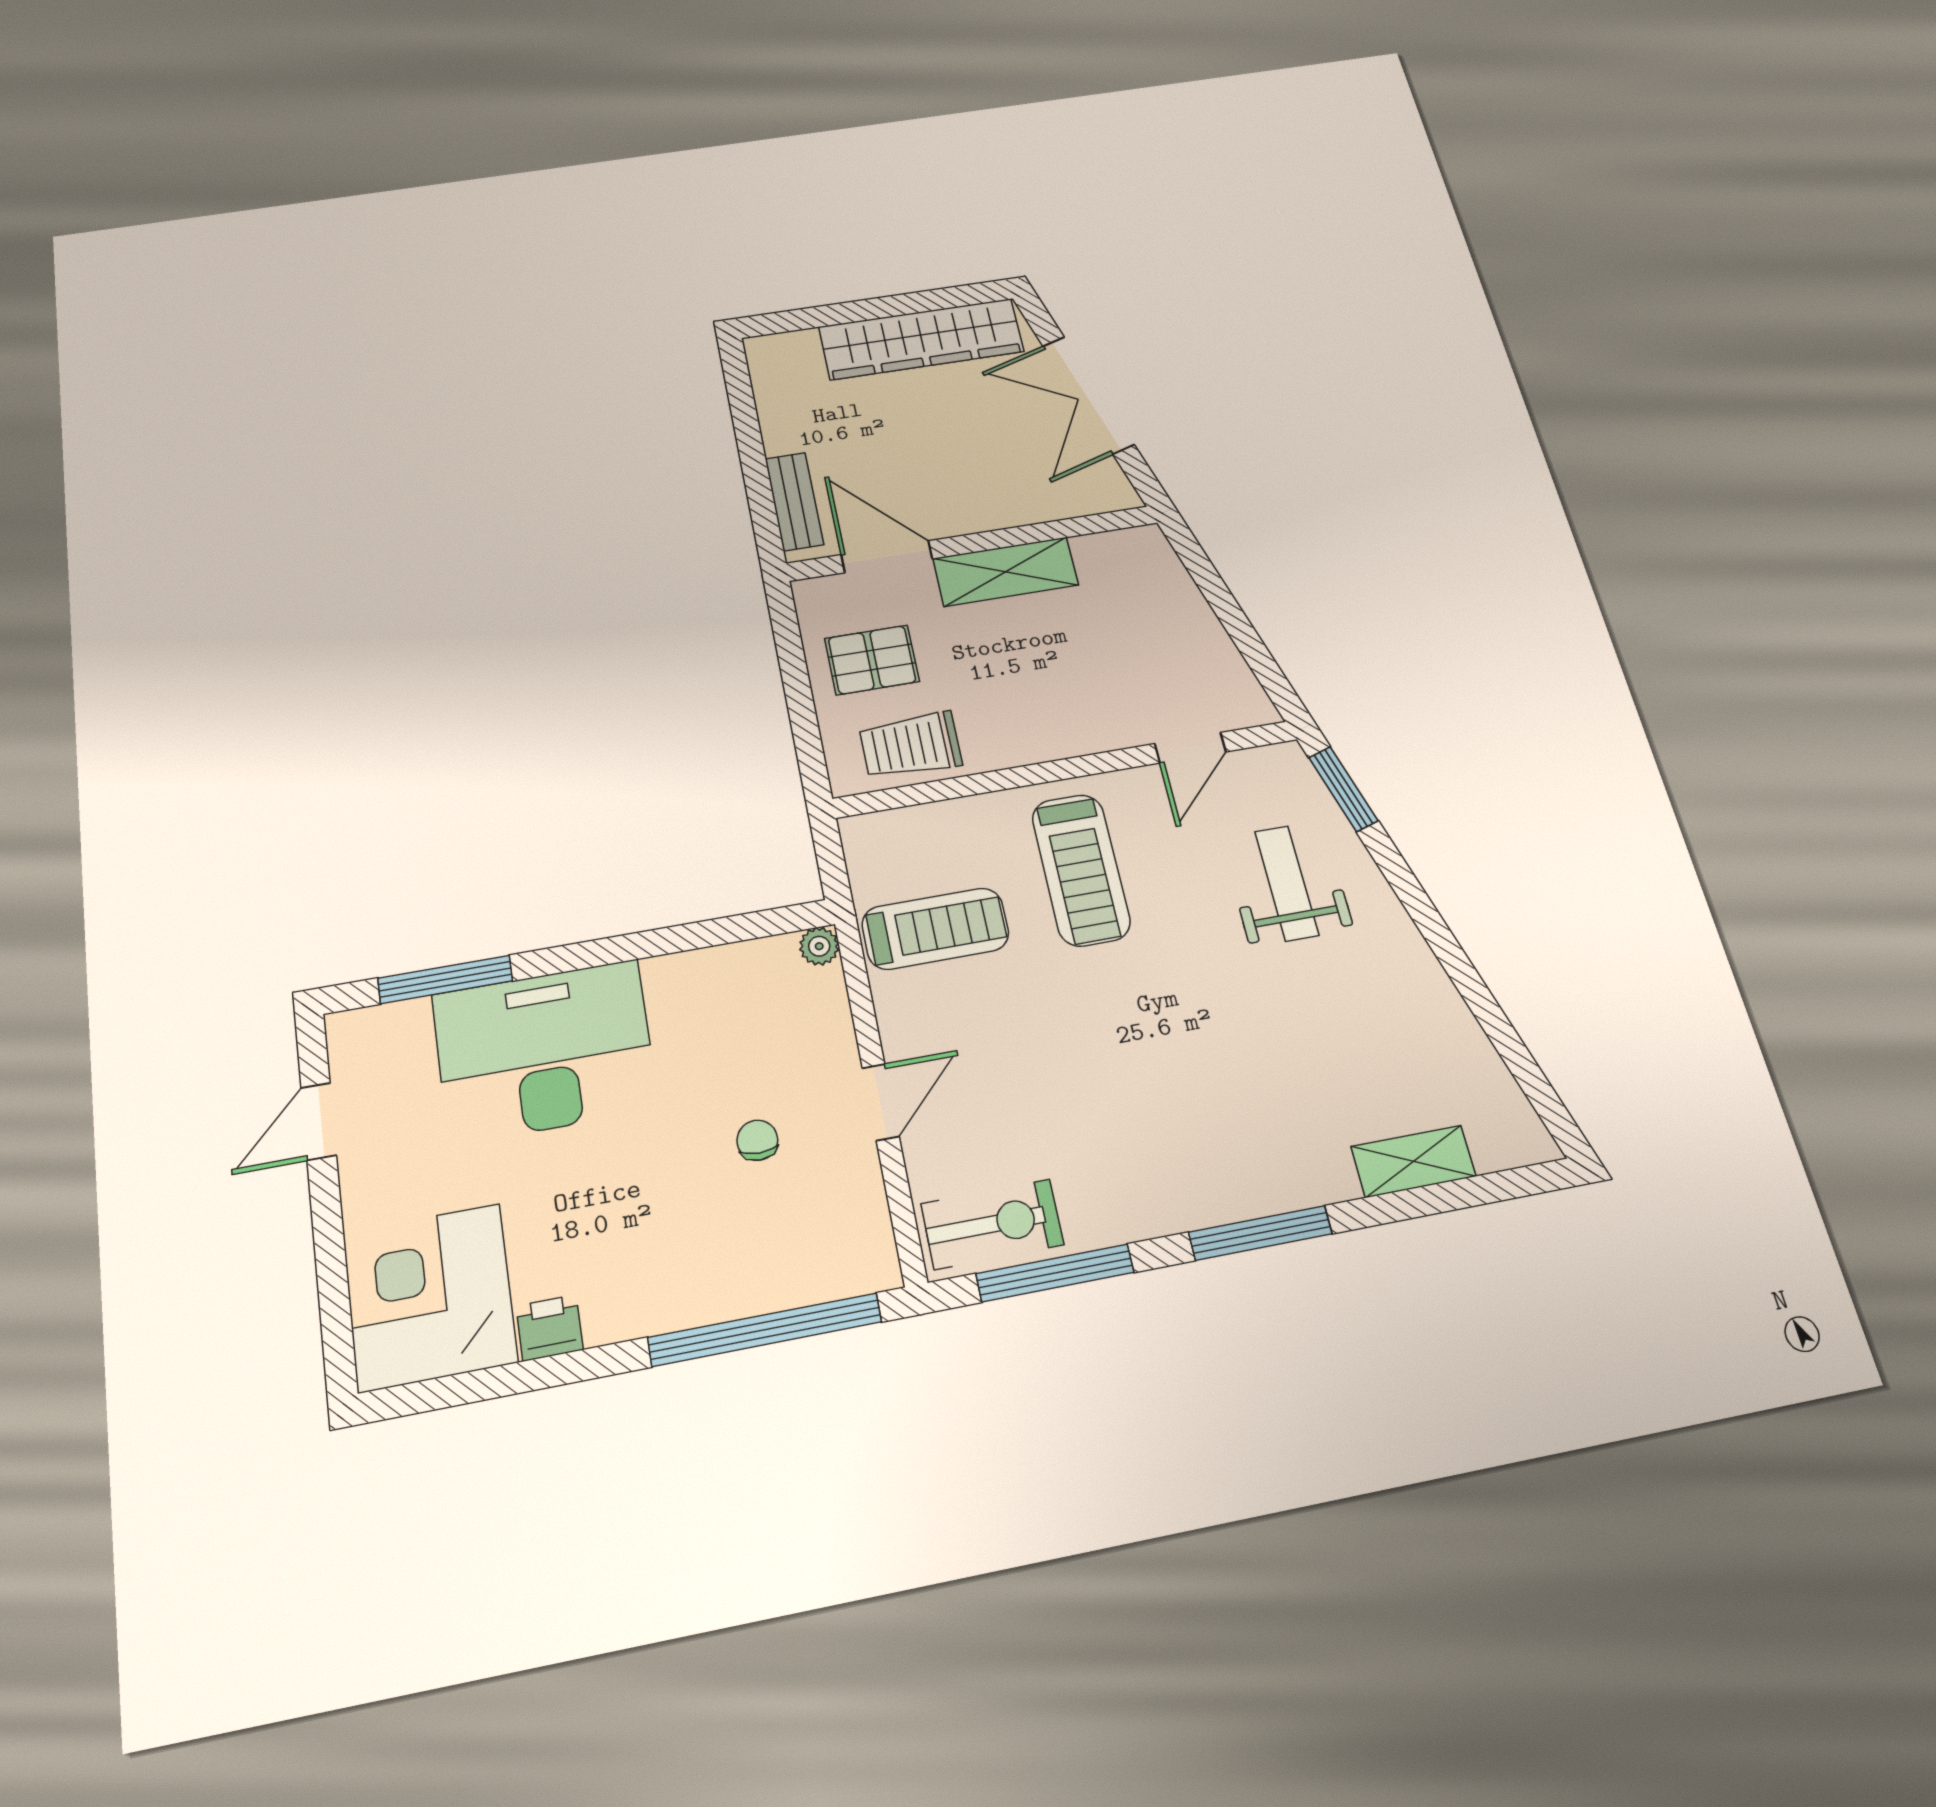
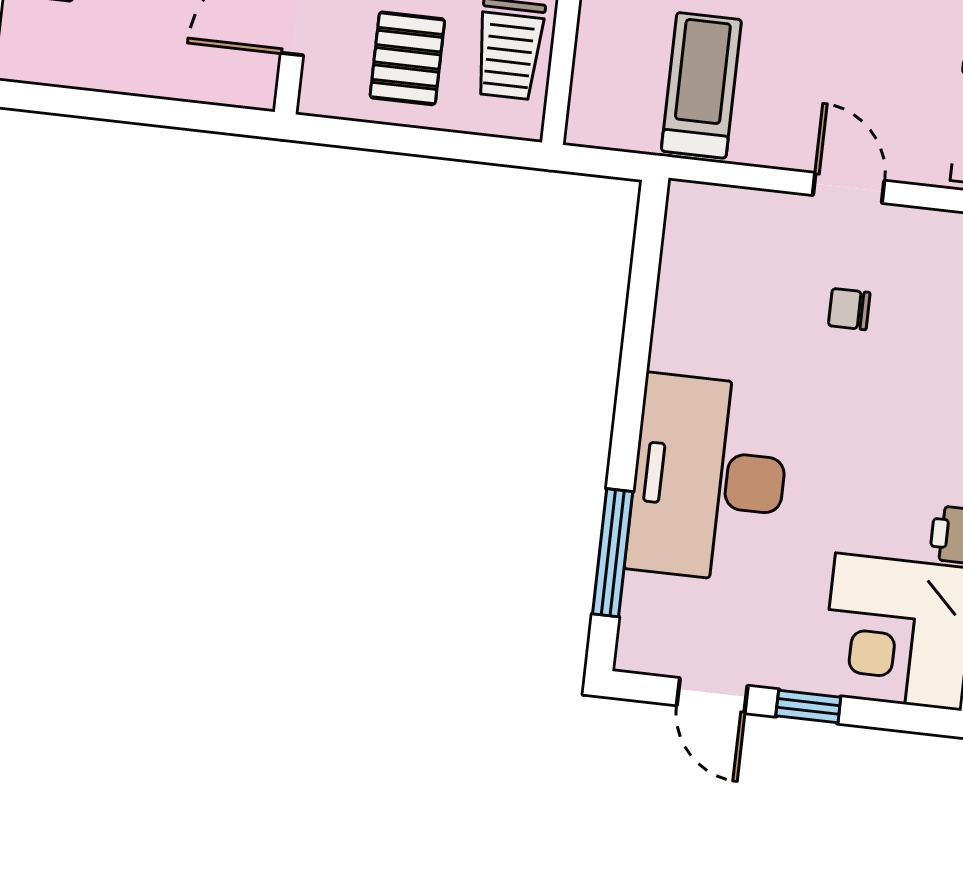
bench: (794, 501) -> (206, 82), removed
plant: (819, 946) -> (685, 199), removed
window: (328, 1225) -> (808, 707), added

